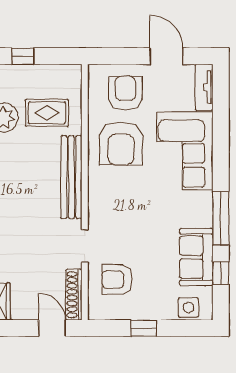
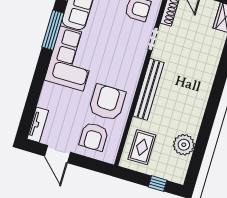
rug: (47, 113) -> (142, 147), moved, turned 90
corner sofa: (185, 151) -> (72, 59), moved

